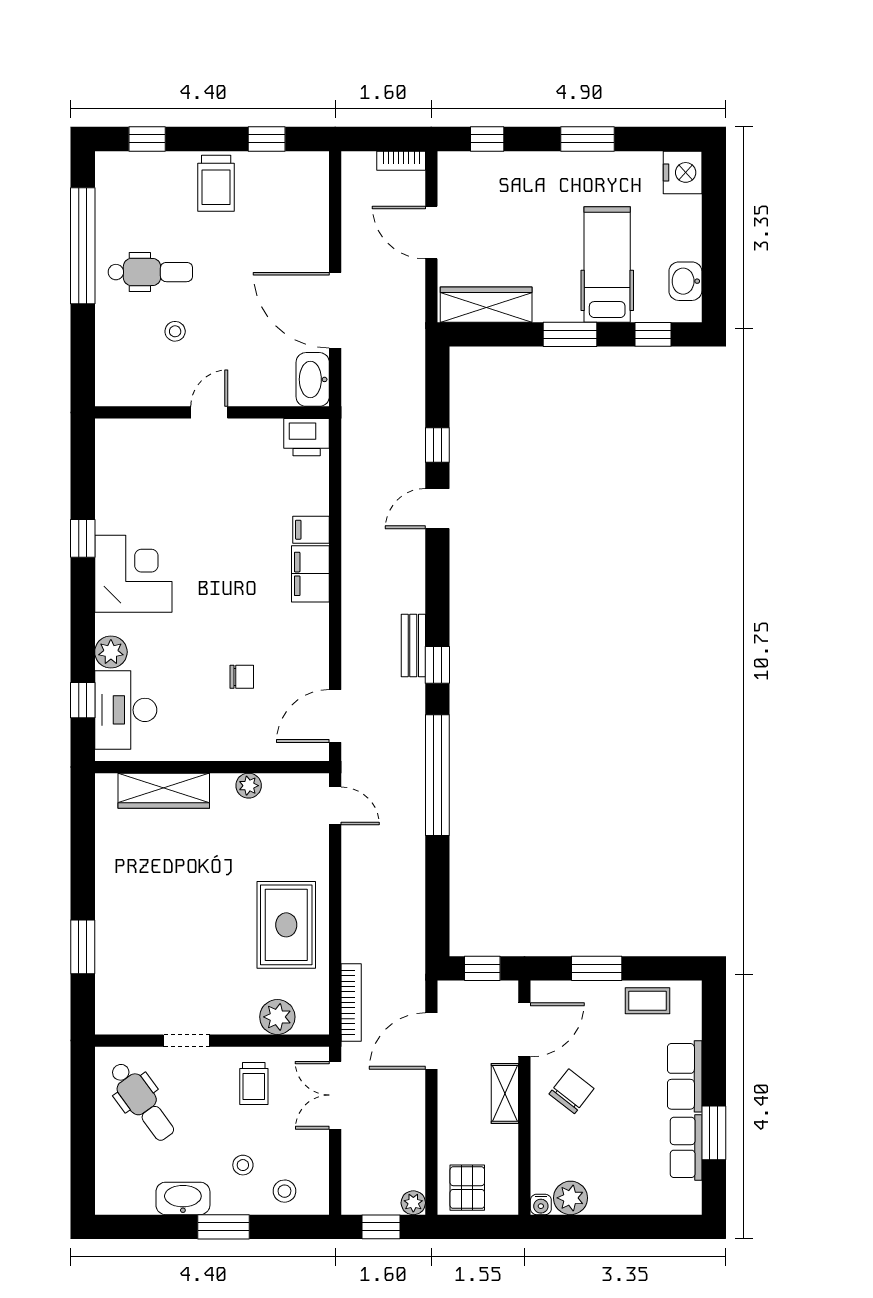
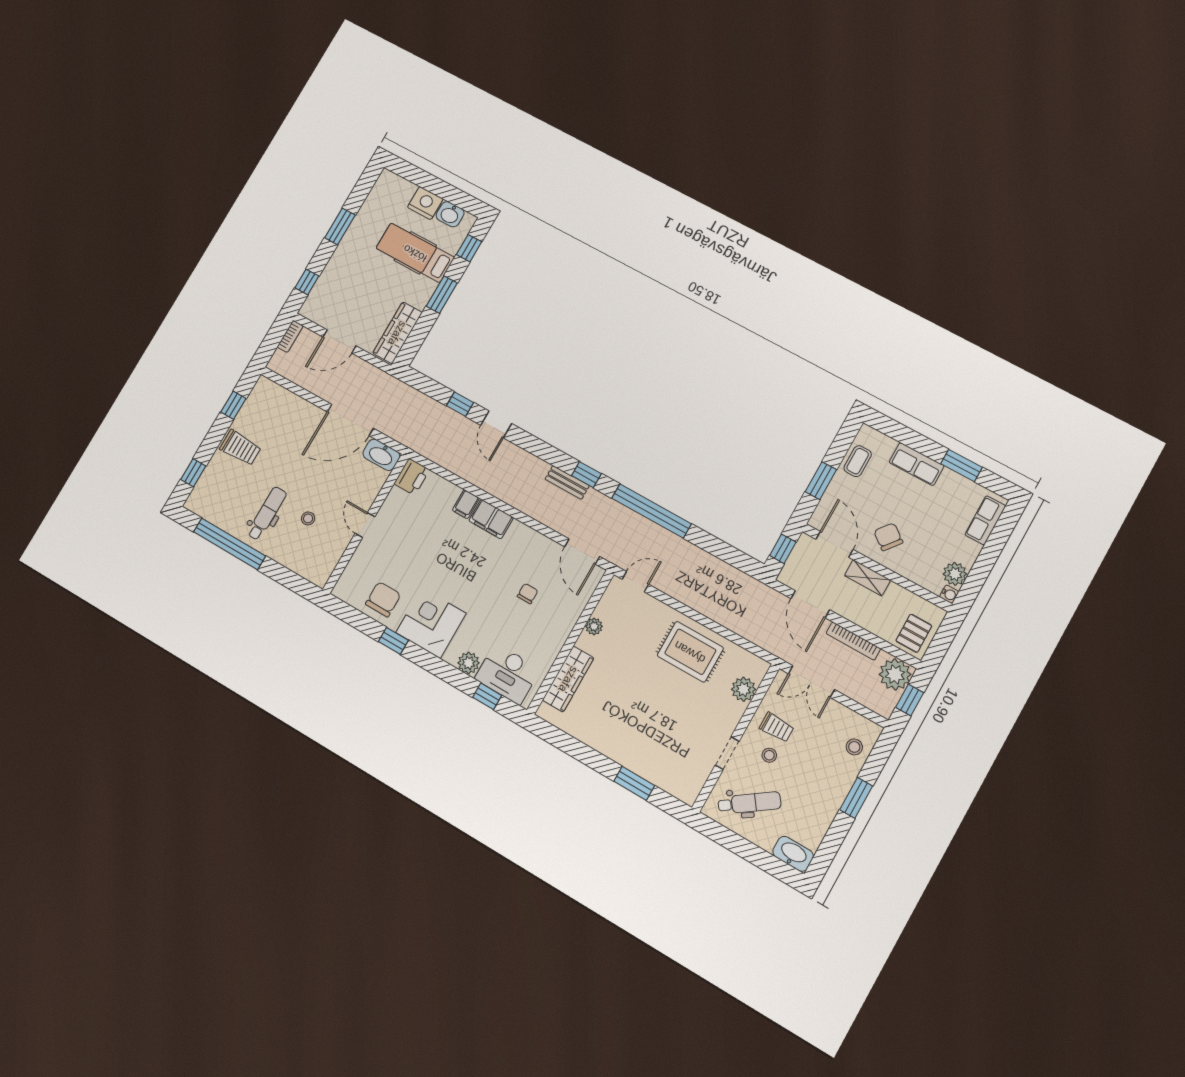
nightstand: (683, 172) -> (425, 203), moved
chair: (128, 493) -> (383, 599), added
bookcase: (351, 1002) -> (853, 641), moved, turned 180
row of seats: (686, 1147) -> (985, 520), moved, turned 90
stool: (243, 1165) -> (769, 755), moved
pallet: (467, 1188) -> (914, 633), turned 90
washbasin: (183, 1198) -> (793, 854), moved, turned 90
plant: (413, 1203) -> (895, 674), width x1.88, depth x1.88

